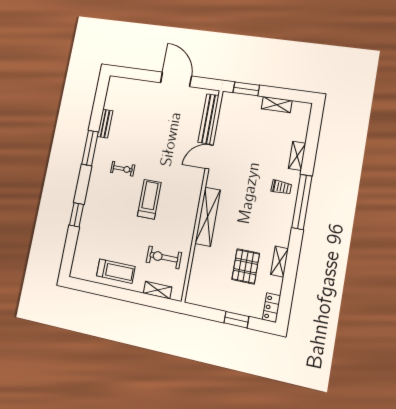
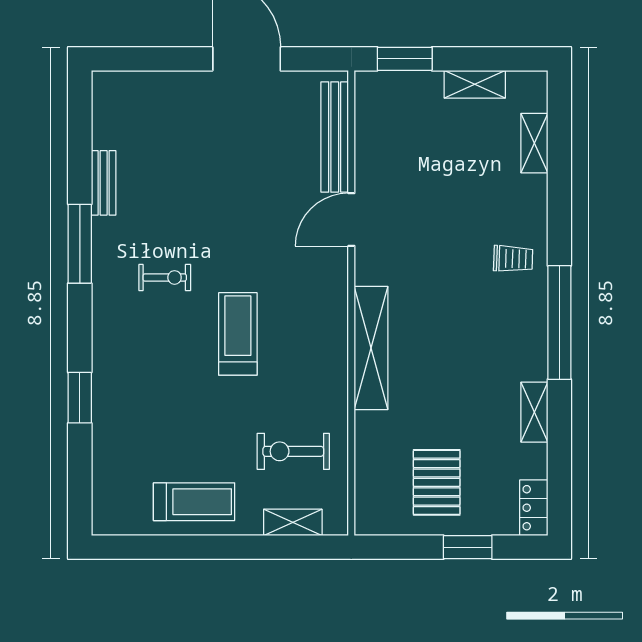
shelving: (297, 156) -> (534, 143), moved
window: (302, 202) -> (559, 322), moved
pallet: (246, 266) -> (437, 482), moved

